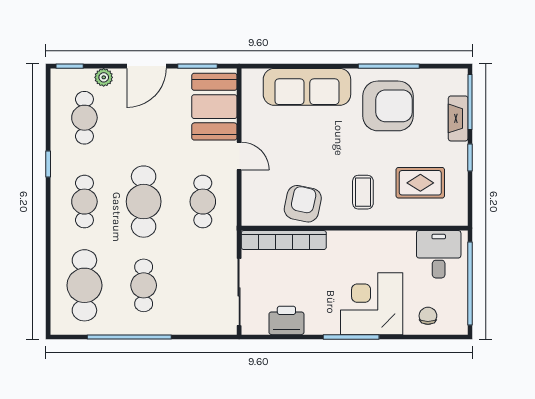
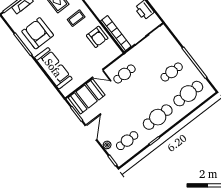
door: (146, 66) -> (91, 133), hinge flipped
door: (239, 156) -> (98, 74), swing flipped
cafe table: (84, 202) -> (158, 117), width x1.37, depth x1.35
cafe table: (144, 202) -> (141, 96), removed
armchair: (303, 204) -> (97, 37), turned -102

